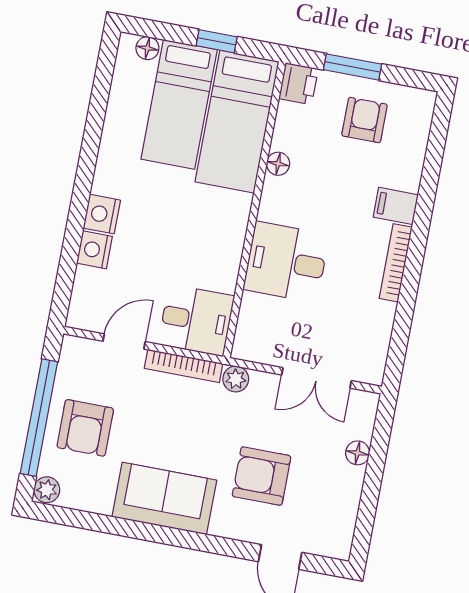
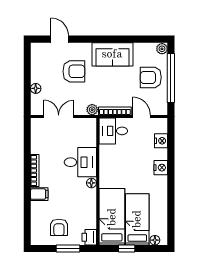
floor lamp: (278, 164) -> (91, 183), moved
nightstand: (94, 250) -> (161, 141), moved
door: (124, 341) -> (141, 116), swing flipped
armchair: (85, 428) -> (151, 77), turned -90

